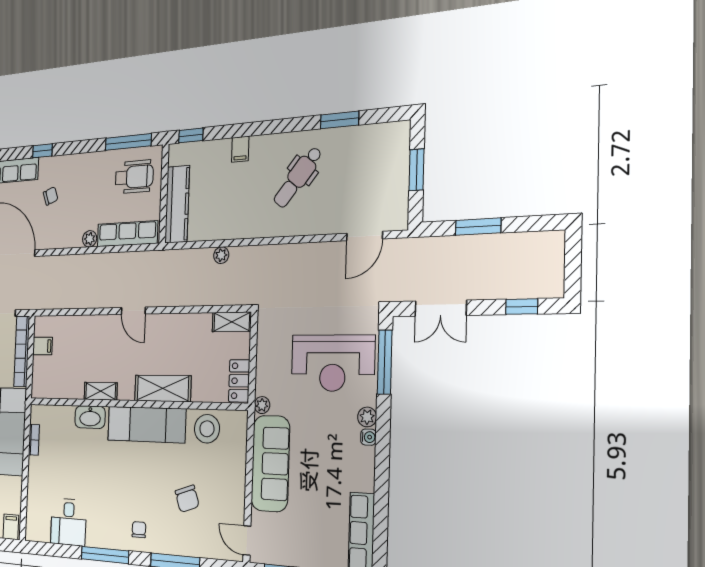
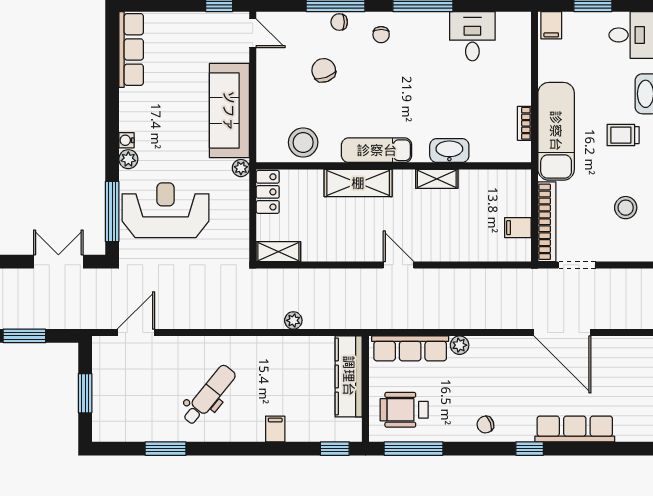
chair: (51, 196) -> (485, 425), moved
exam couch: (146, 425) -> (377, 150), width x0.73, depth x0.69
chair: (173, 545) -> (339, 22), added

